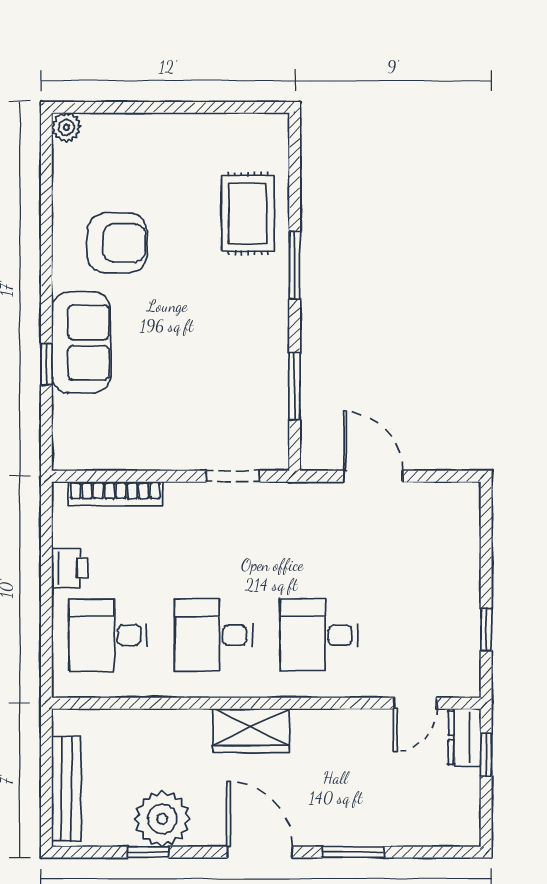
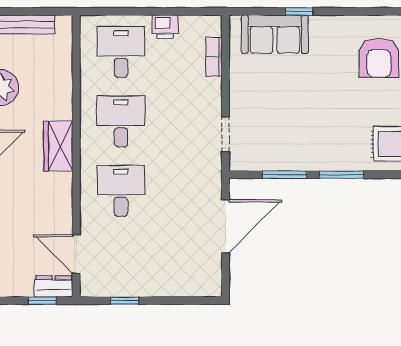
window: (295, 265) -> (342, 175), moved
sofa: (81, 343) -> (275, 34), moved
door: (373, 476) -> (225, 226), width x1.36
bookcase: (115, 494) -> (214, 57), width x0.64
door: (415, 703) -> (76, 254), width x1.37

